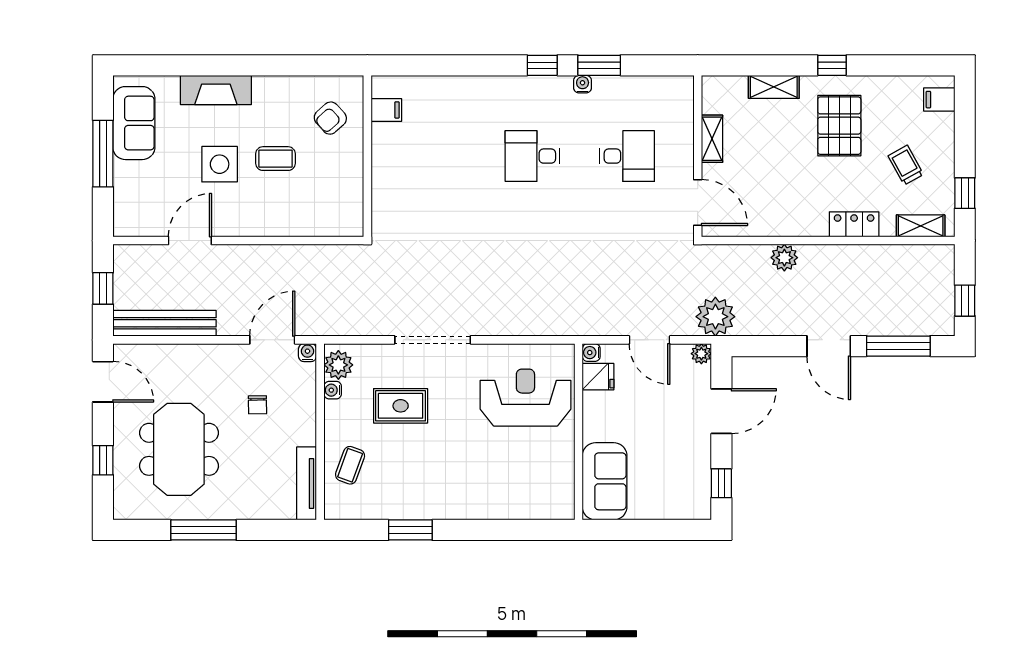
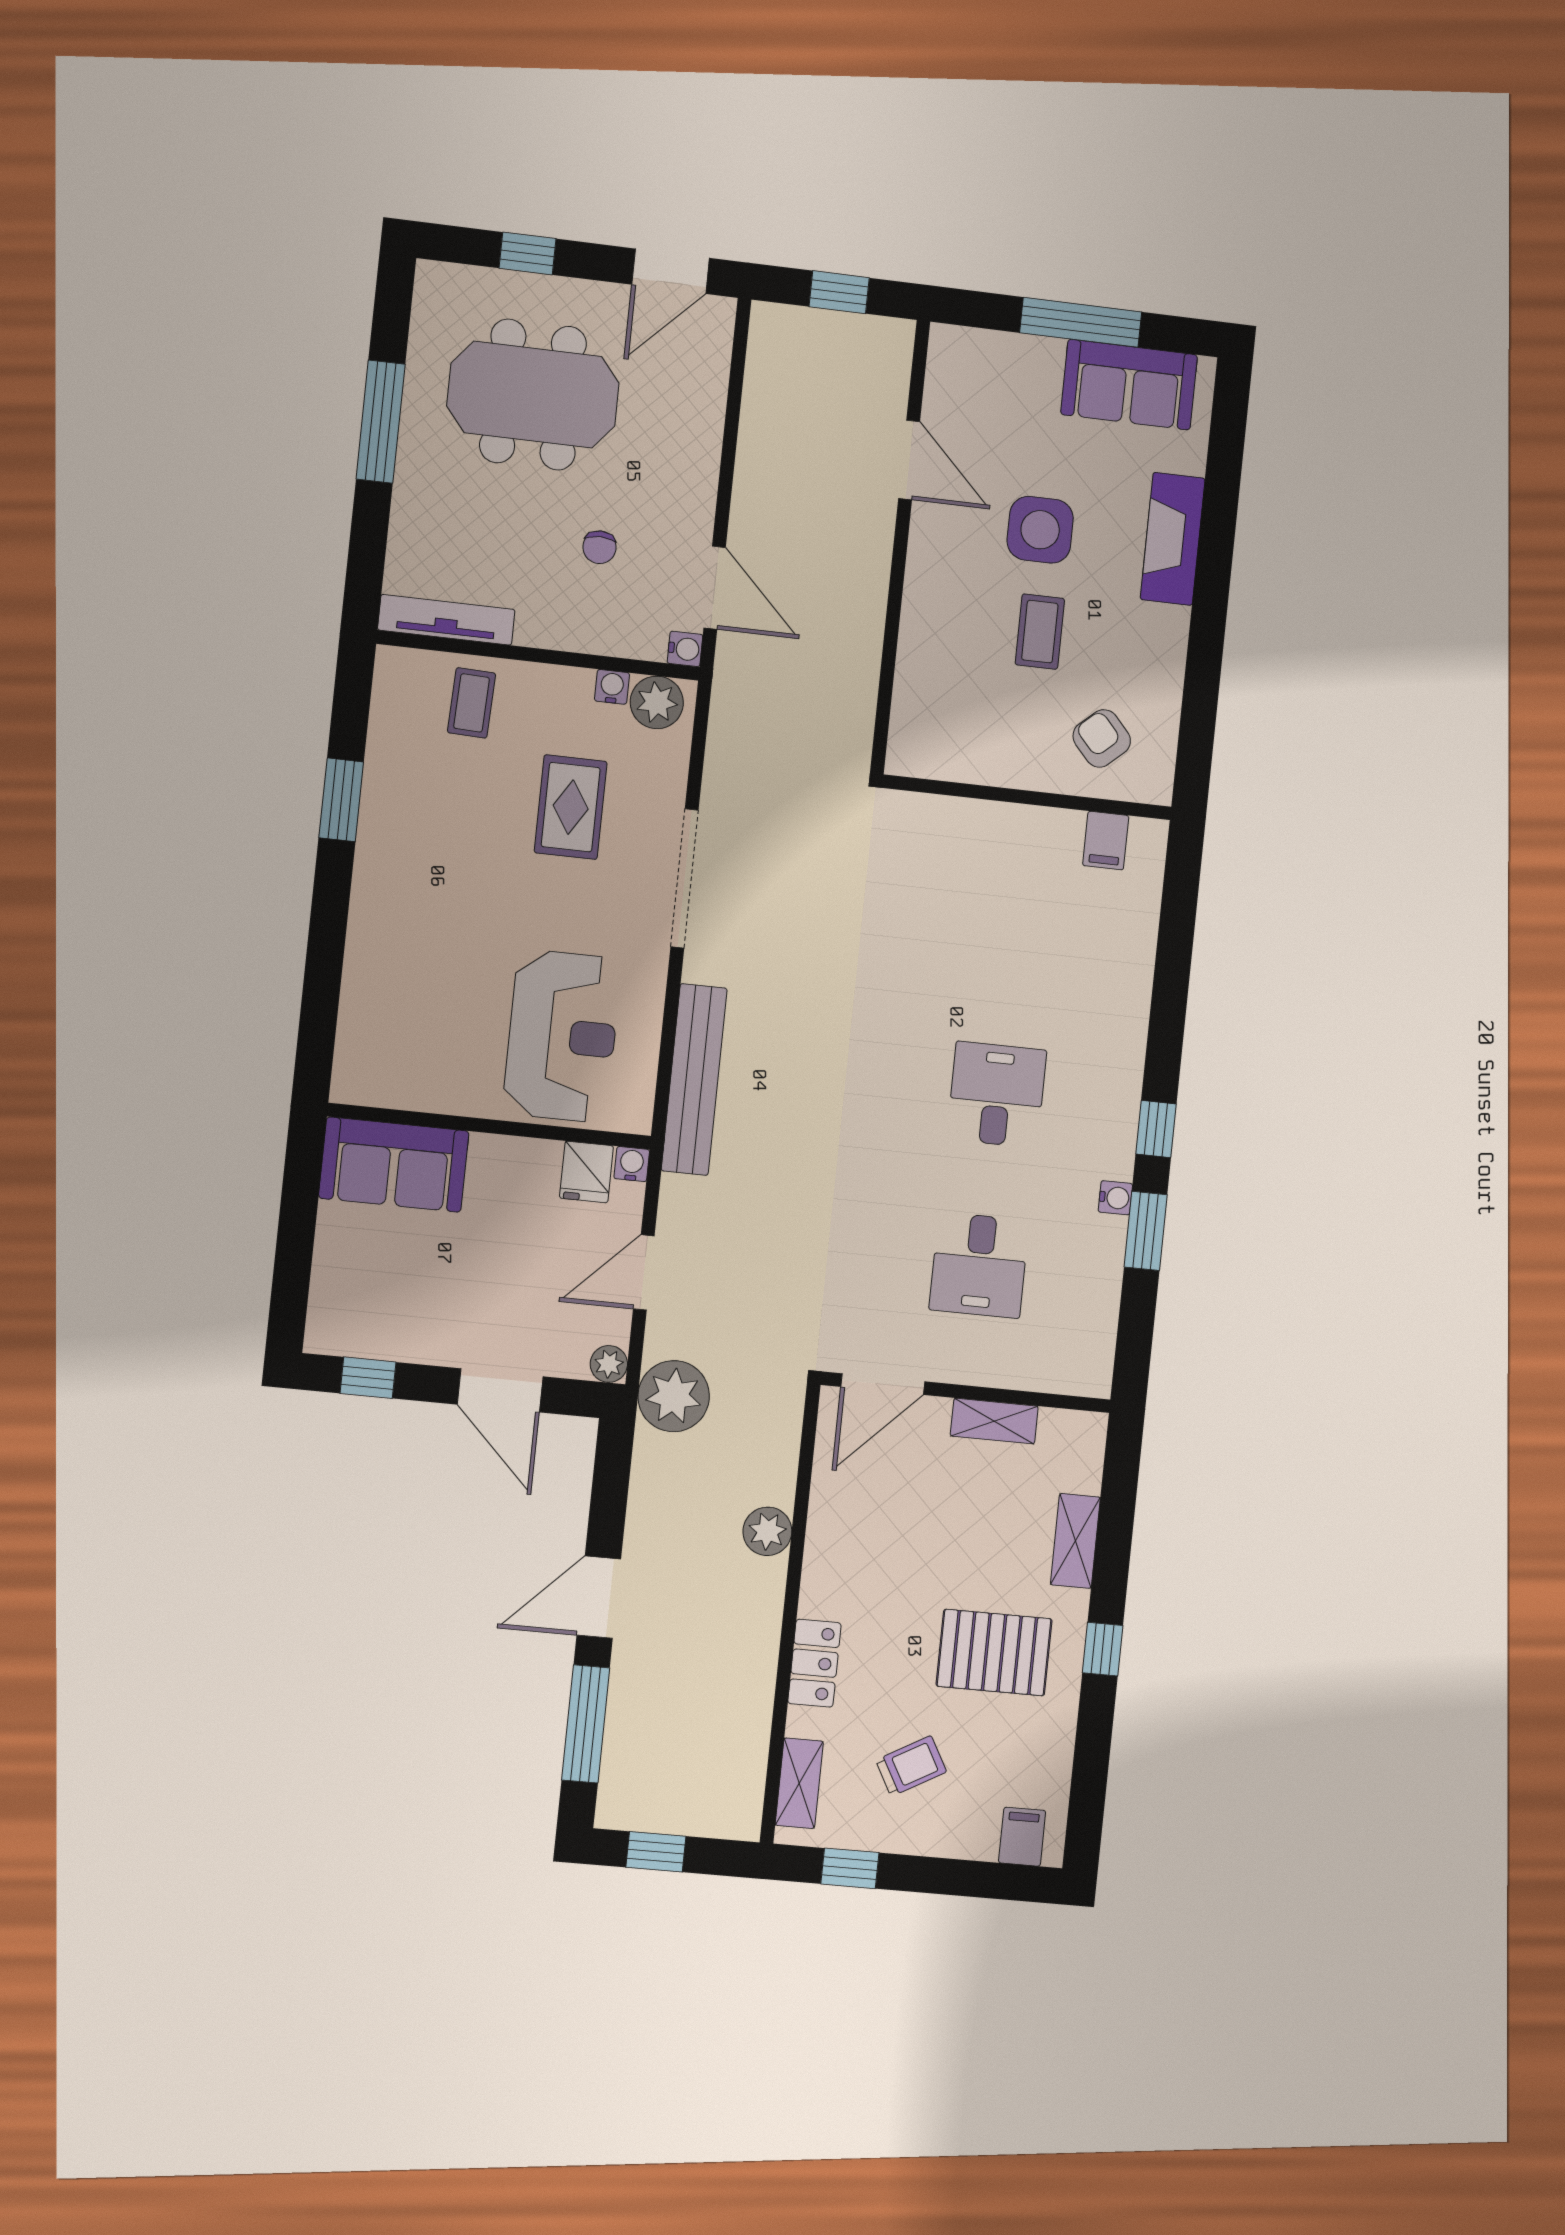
bench: (164, 323) -> (694, 1079), moved
chair: (258, 405) -> (599, 547), turned -89
coffee table: (350, 465) -> (472, 703), turned 72

